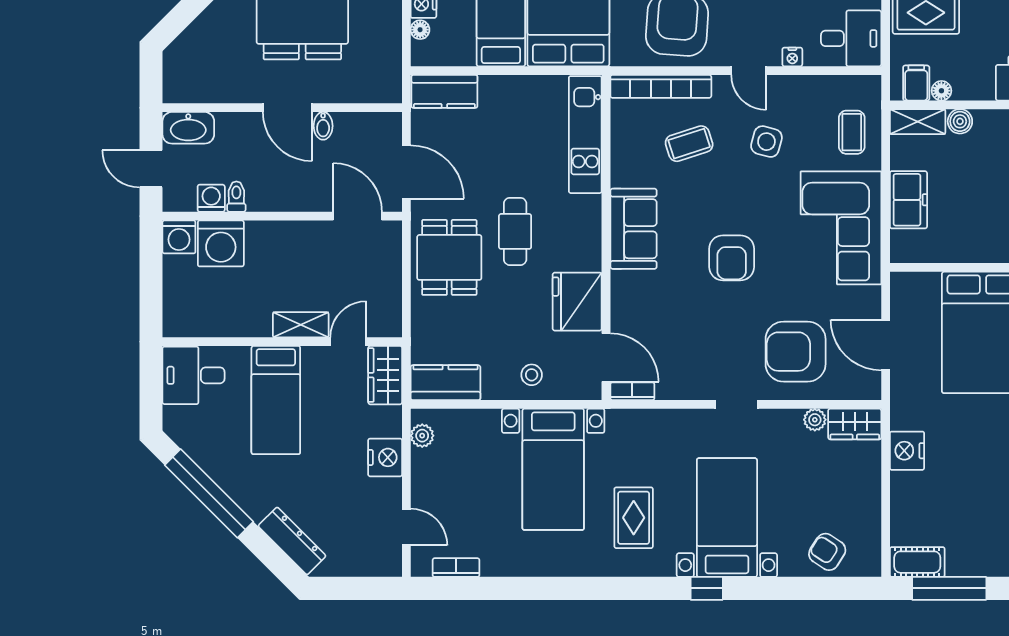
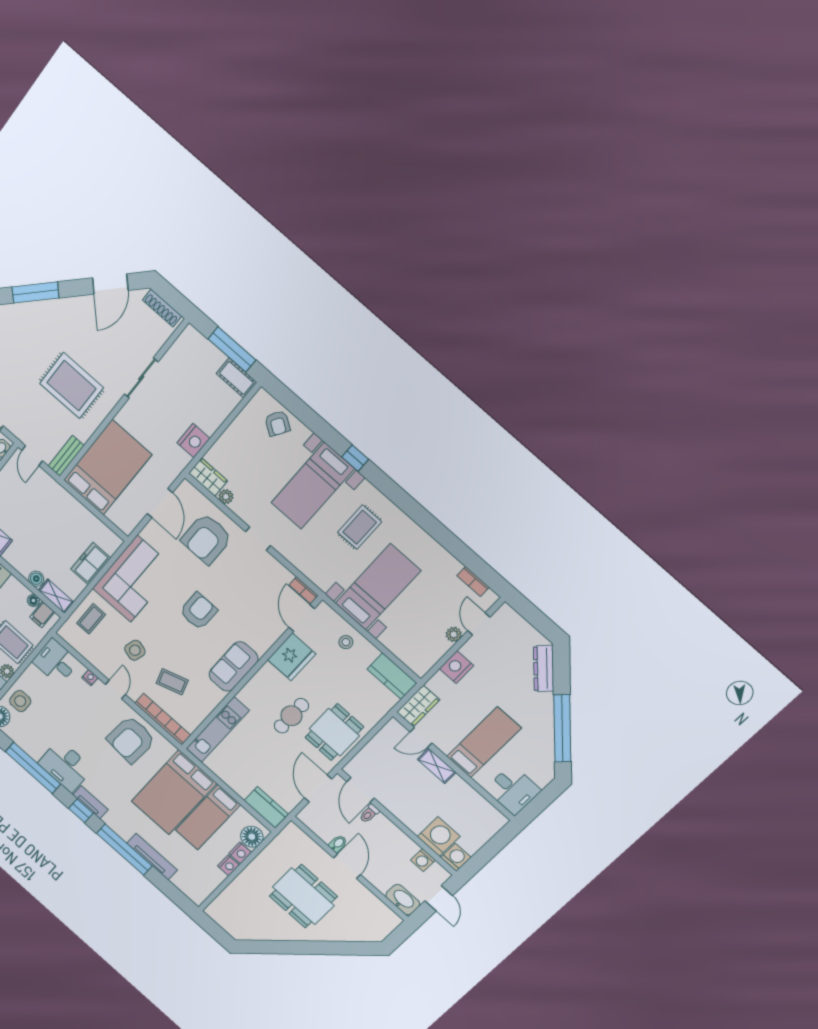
floor lamp: (420, 30) -> (252, 837), width x1.89, depth x1.89
toilet: (236, 197) -> (369, 814), moved
armchair: (796, 352) -> (206, 539), turned 90
plant: (422, 436) -> (454, 634), moved

